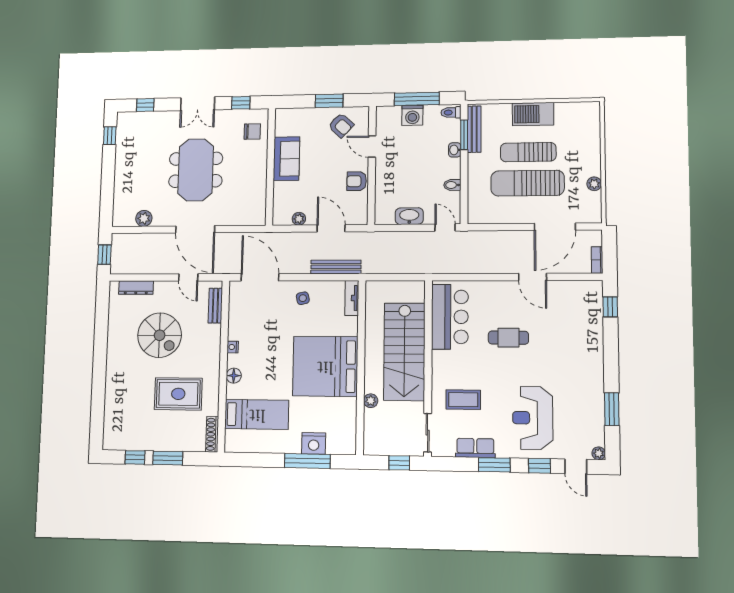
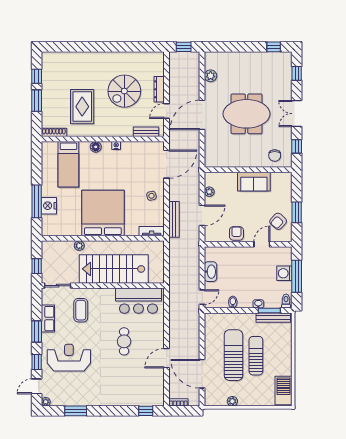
barbecue: (533, 114) -> (284, 391), moved
dresser: (136, 288) -> (159, 89), moved

